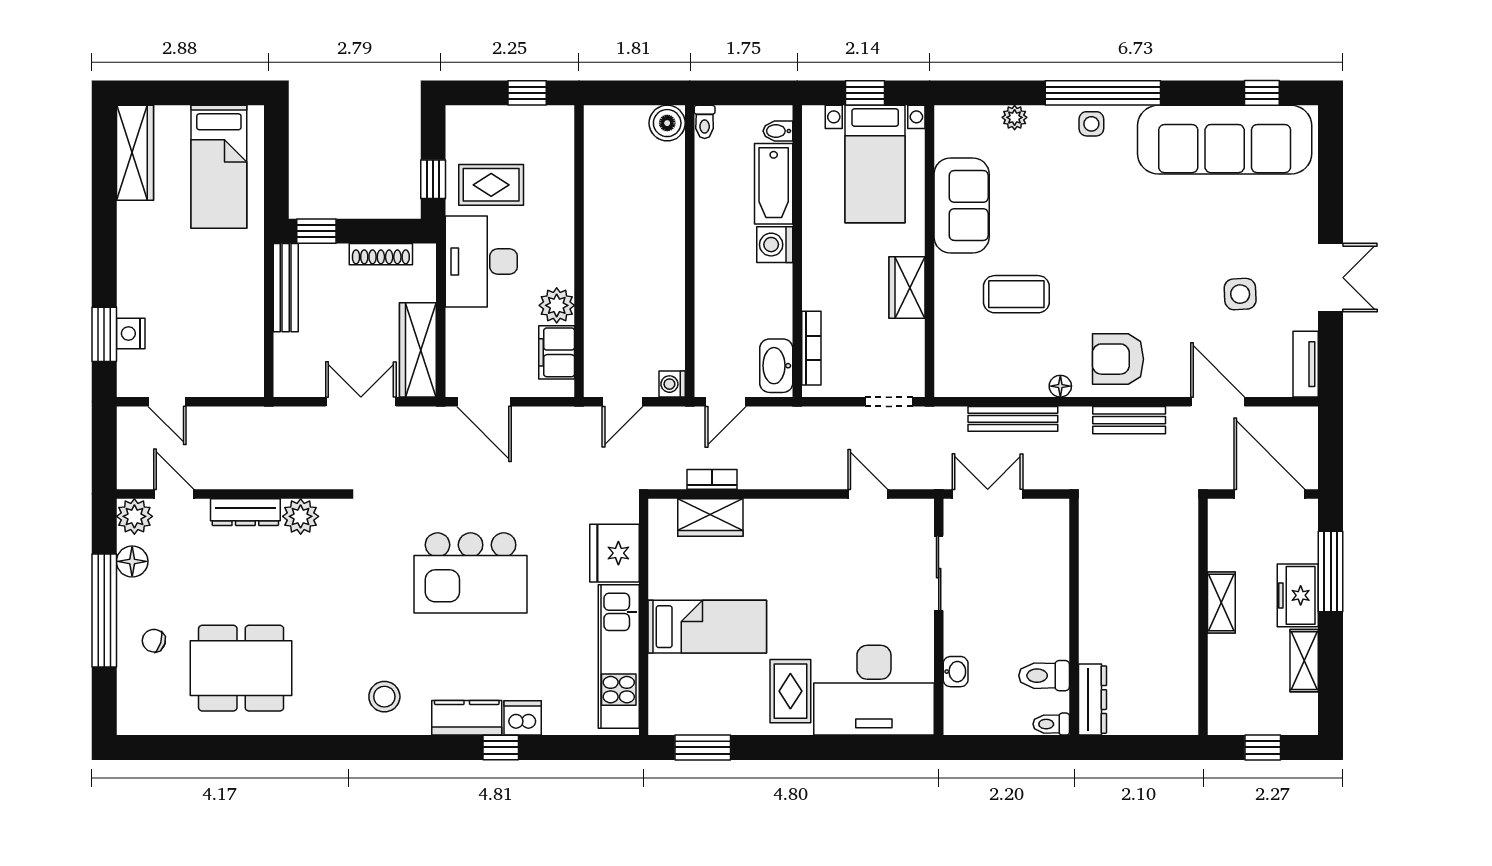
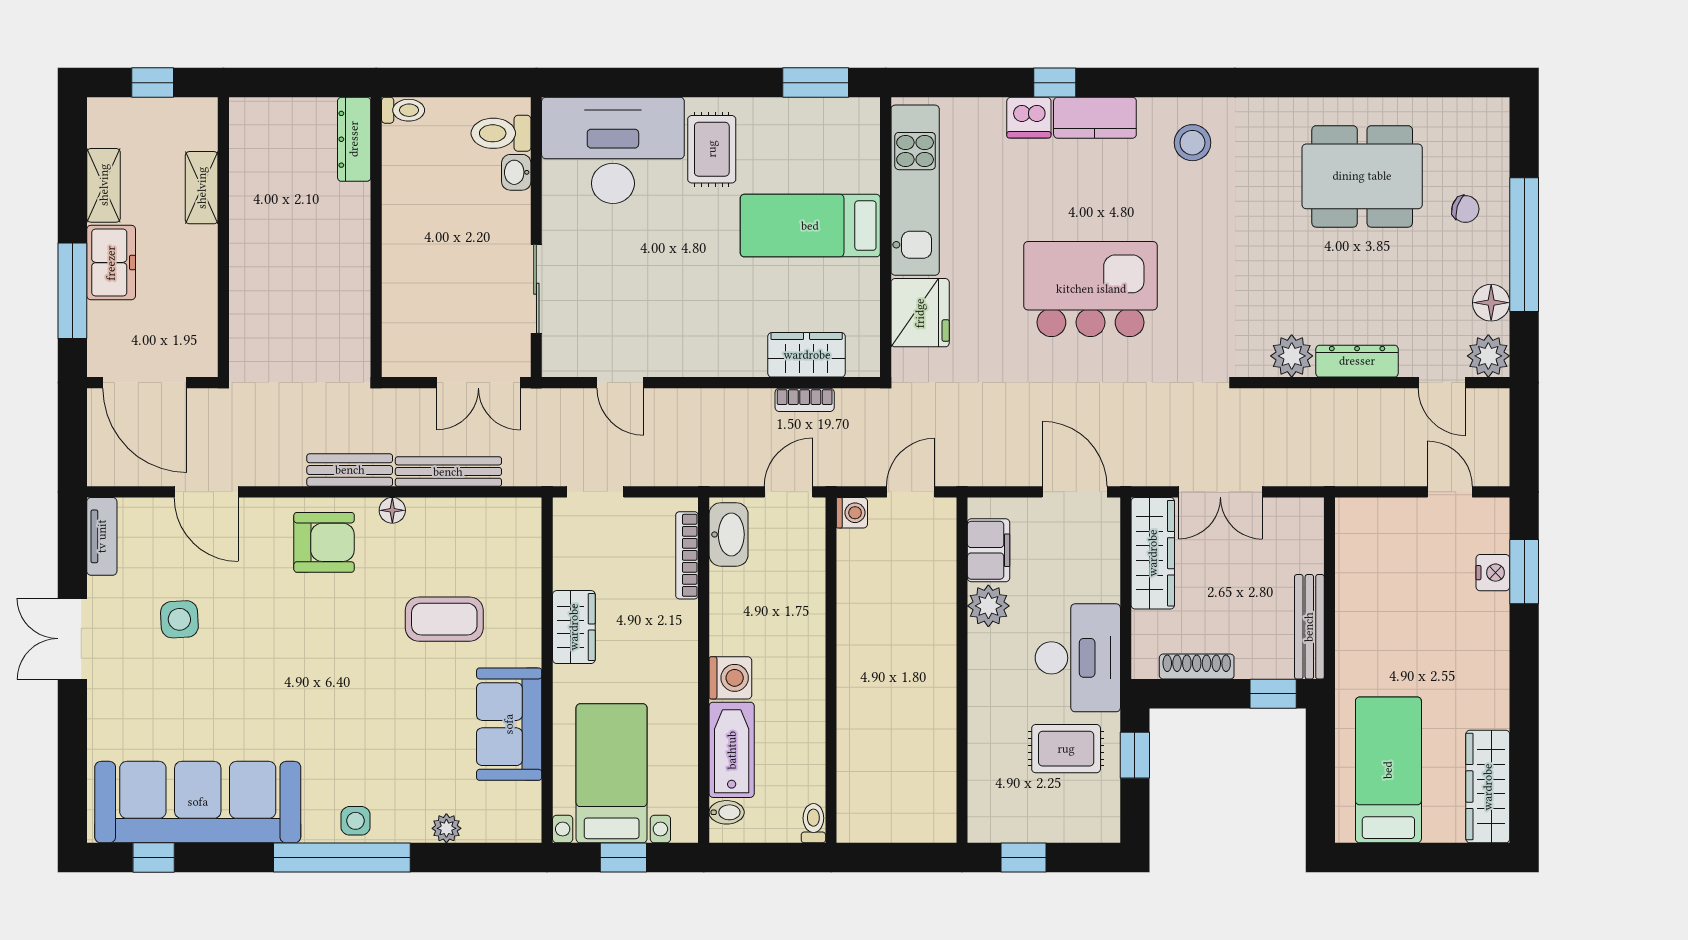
boiler: (667, 123) -> (858, 822), removed
bench: (1129, 420) -> (350, 470), moved
shelving: (1221, 602) -> (202, 188), moved
toilet: (1044, 676) -> (501, 133), moved, turned 180

